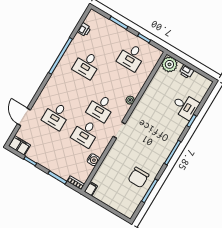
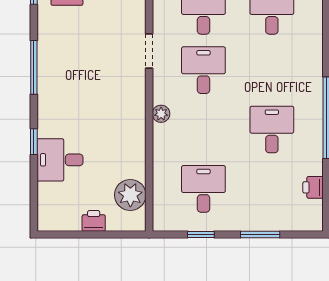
plant: (169, 64) -> (130, 195), moved

